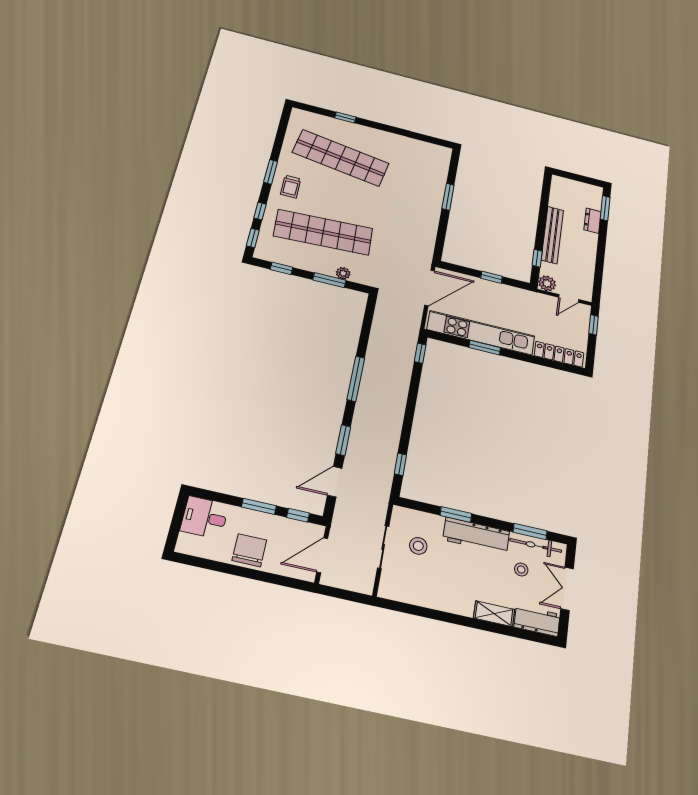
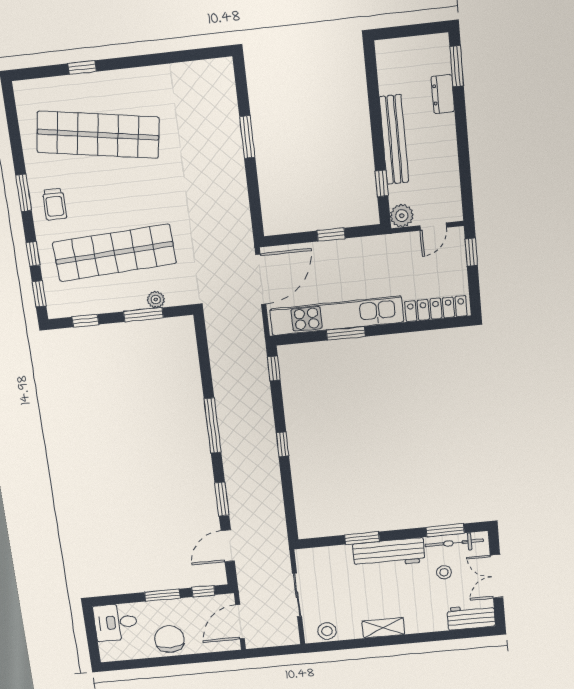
window: (400, 464) -> (282, 444), moved
stool: (418, 546) -> (327, 631), moved
shelving: (494, 614) -> (383, 628), moved

